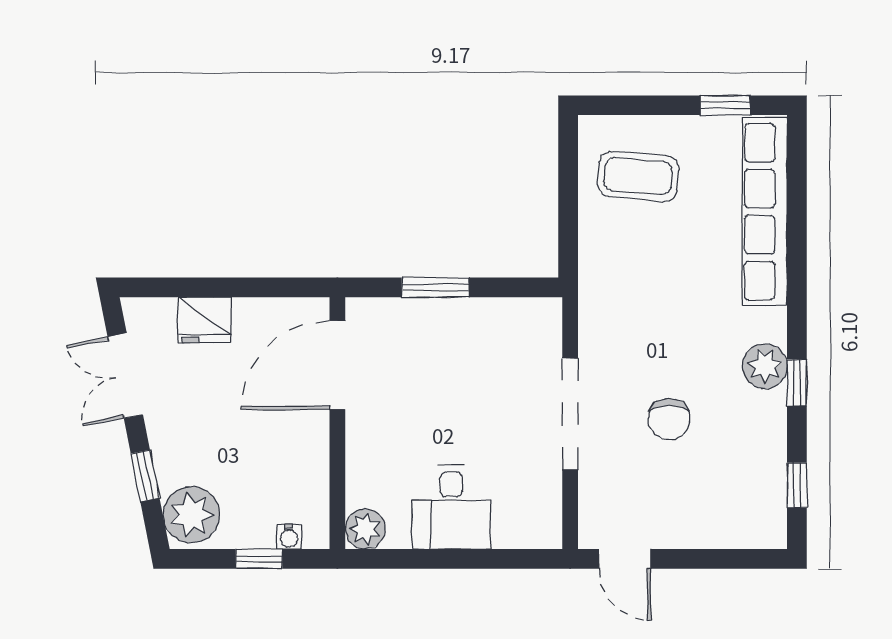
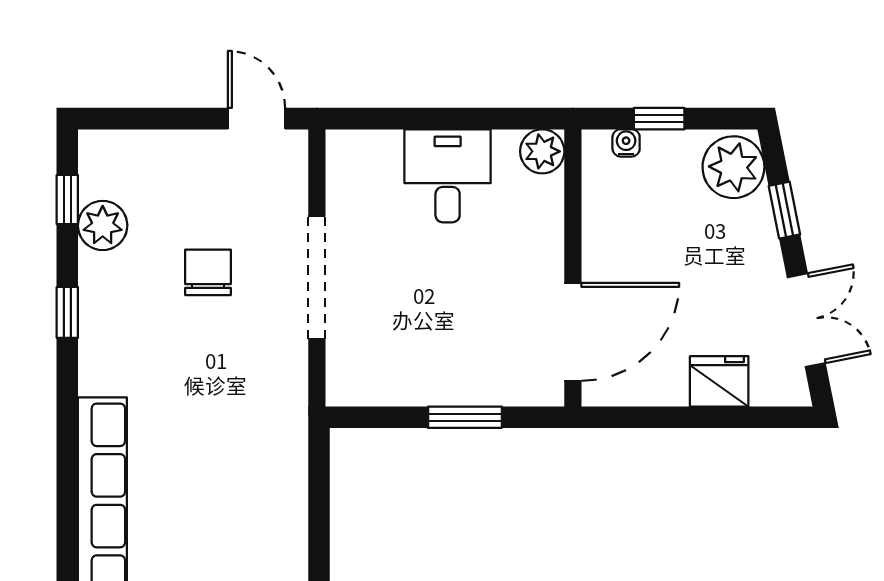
coffee table: (638, 176) -> (242, 540), removed
plant: (765, 366) -> (103, 225), moved

